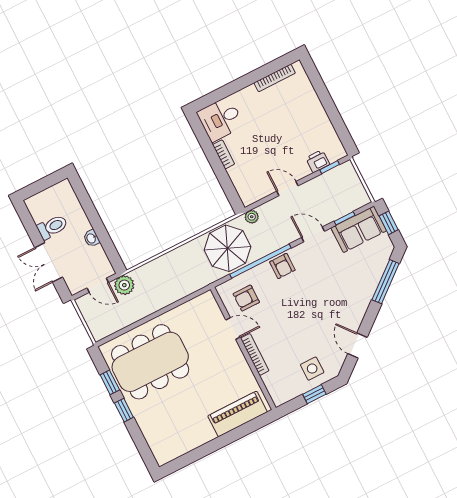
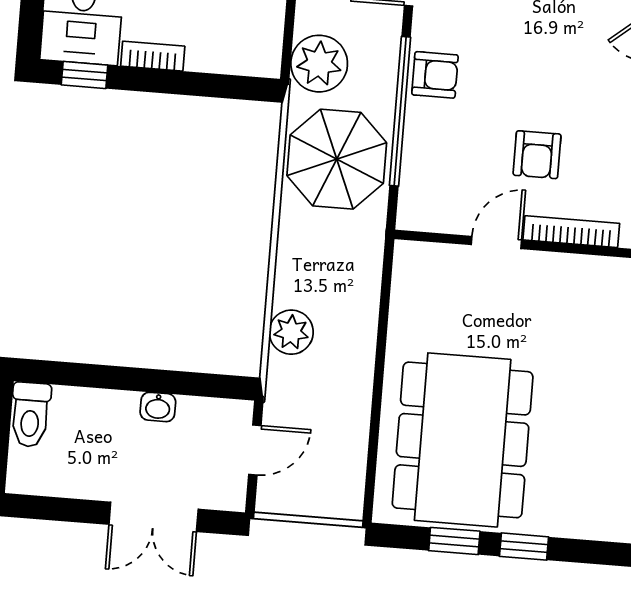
window: (200, 133) -> (84, 75), added
plant: (252, 217) -> (319, 64), width x1.88, depth x1.88
toilet: (52, 227) -> (30, 415), moved, turned 180
plant: (124, 285) -> (291, 332), moved
armchair: (246, 298) -> (537, 155), moved

